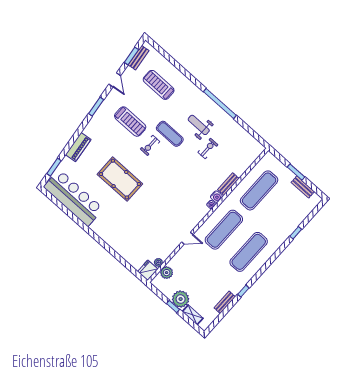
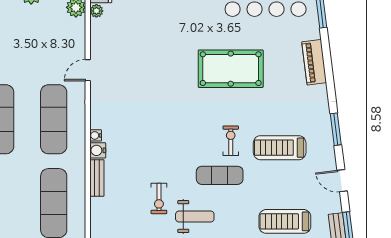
treadmill: (159, 85) -> (285, 221), turned 180

